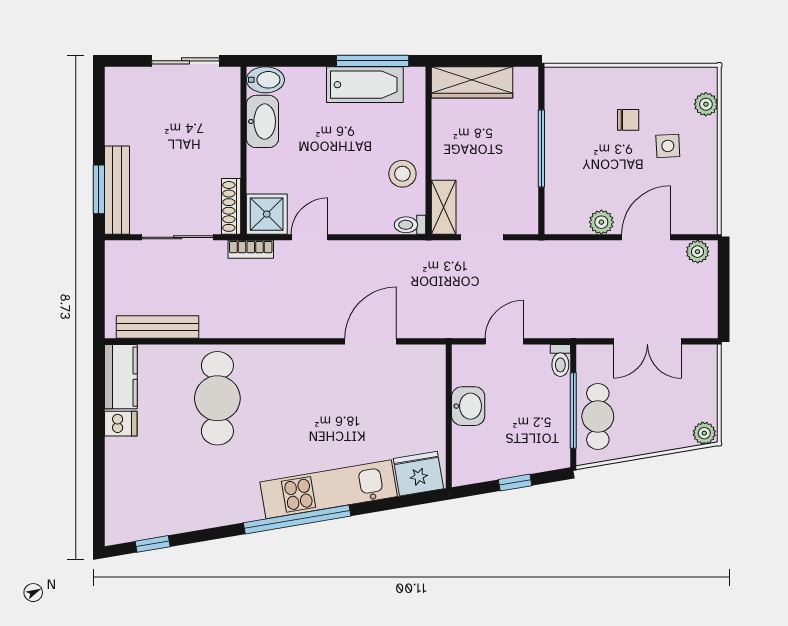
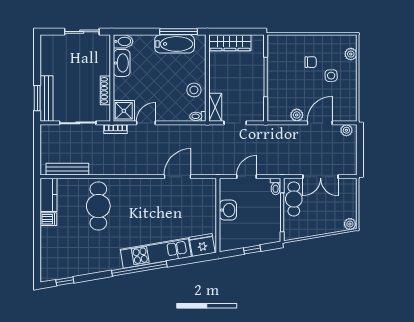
shoe rack: (231, 206) -> (105, 90), moved
cafe table: (598, 417) -> (294, 199), moved

